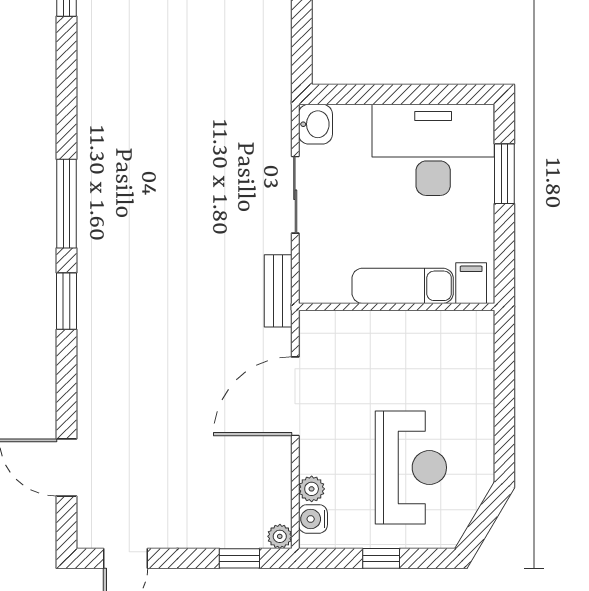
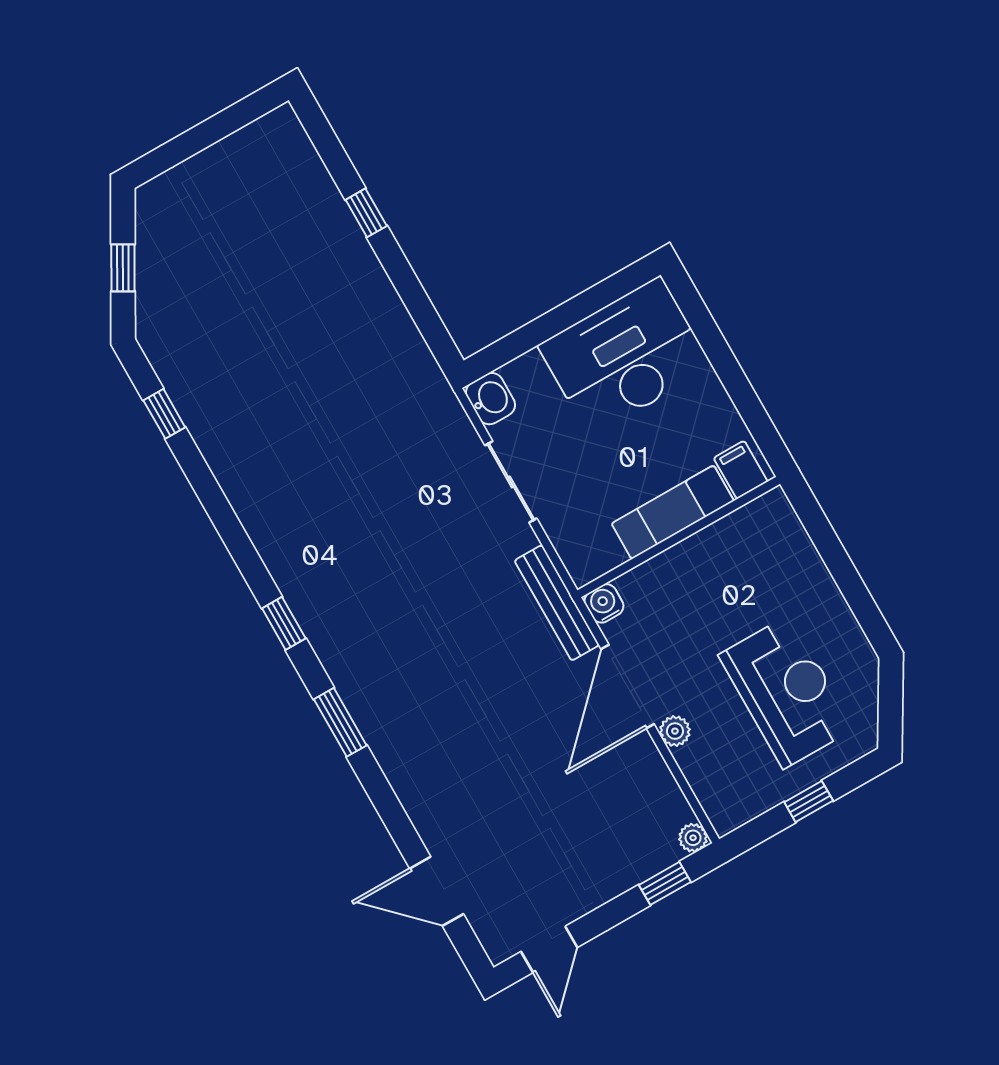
window: (504, 174) -> (711, 340), removed
window: (66, 204) -> (284, 623), width x0.46
bench: (278, 291) -> (557, 603), width x1.36
plant: (312, 489) -> (675, 731), moved
water cooler: (313, 519) -> (604, 603), moved, turned 90

